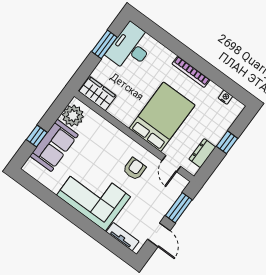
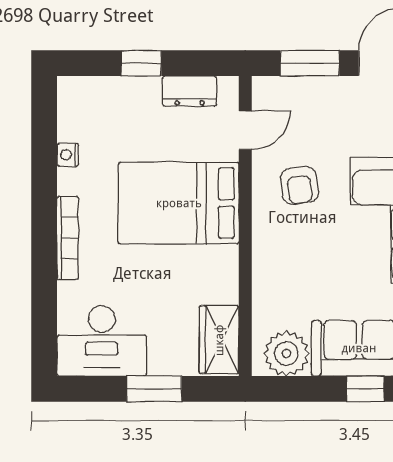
window: (104, 44) -> (154, 389), moved
bookcase: (191, 72) -> (68, 238), moved
nightstand: (225, 97) -> (68, 155), moved
armchair: (134, 169) -> (299, 185), turned -97

